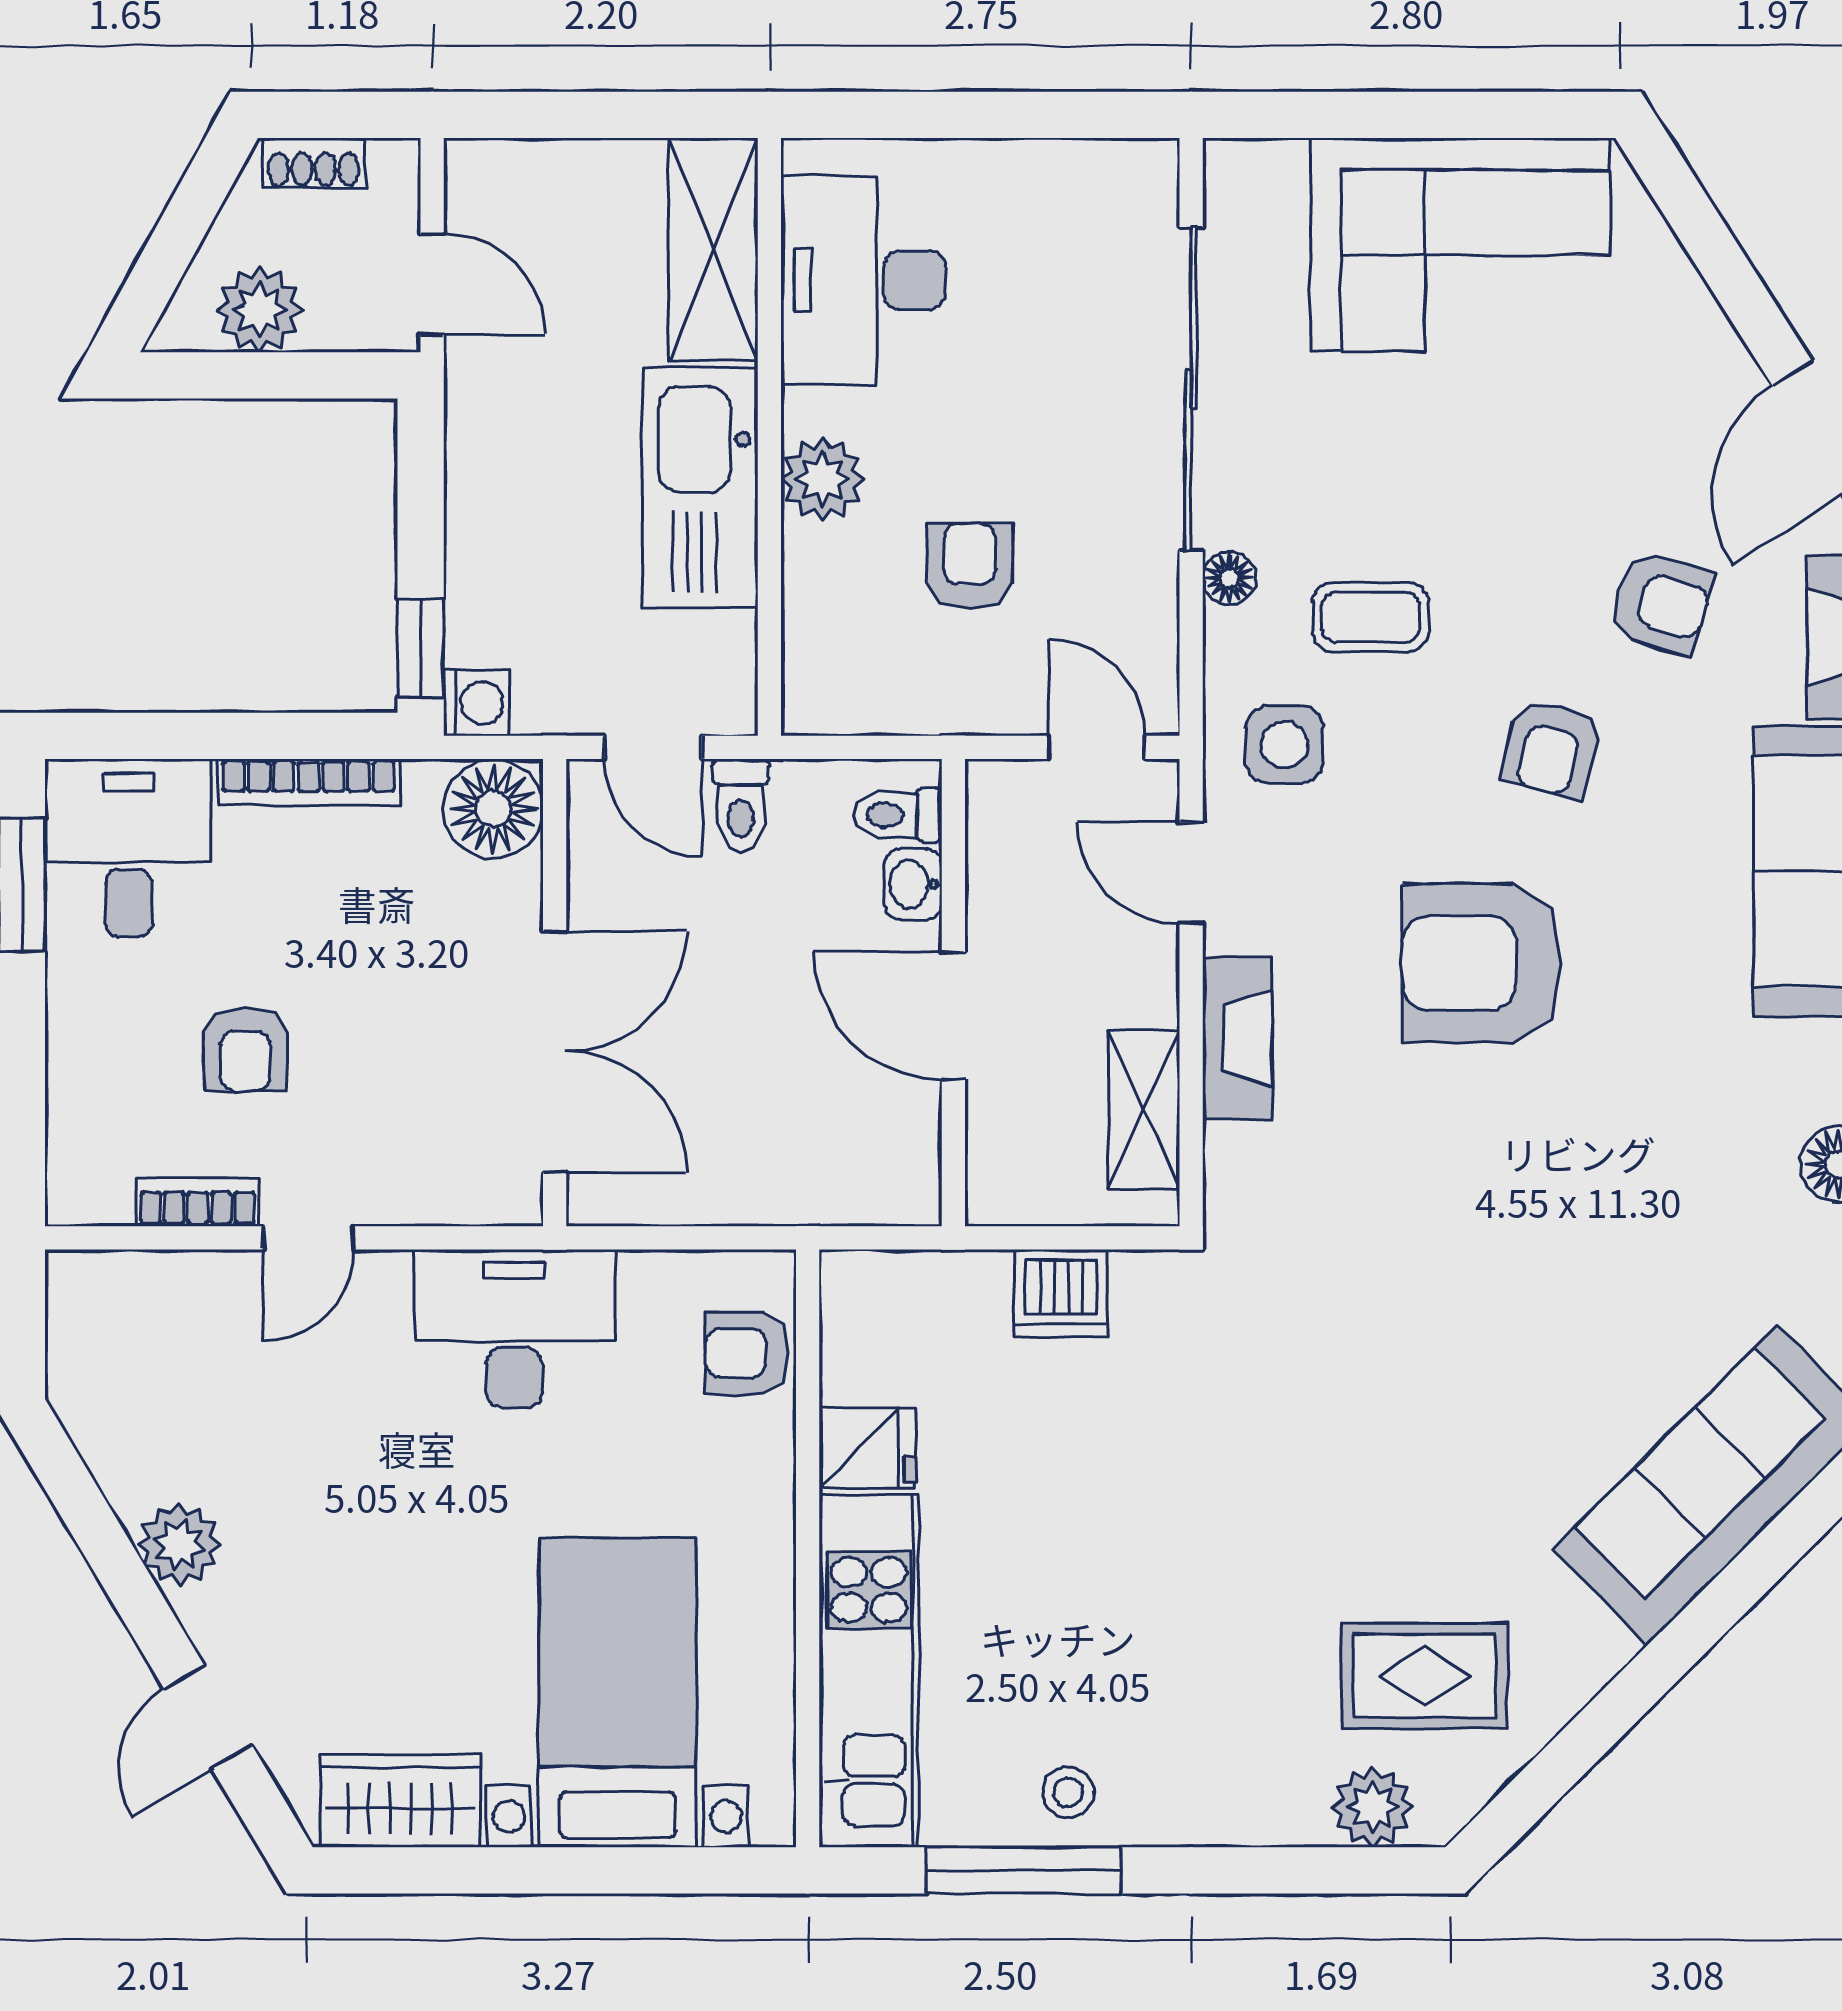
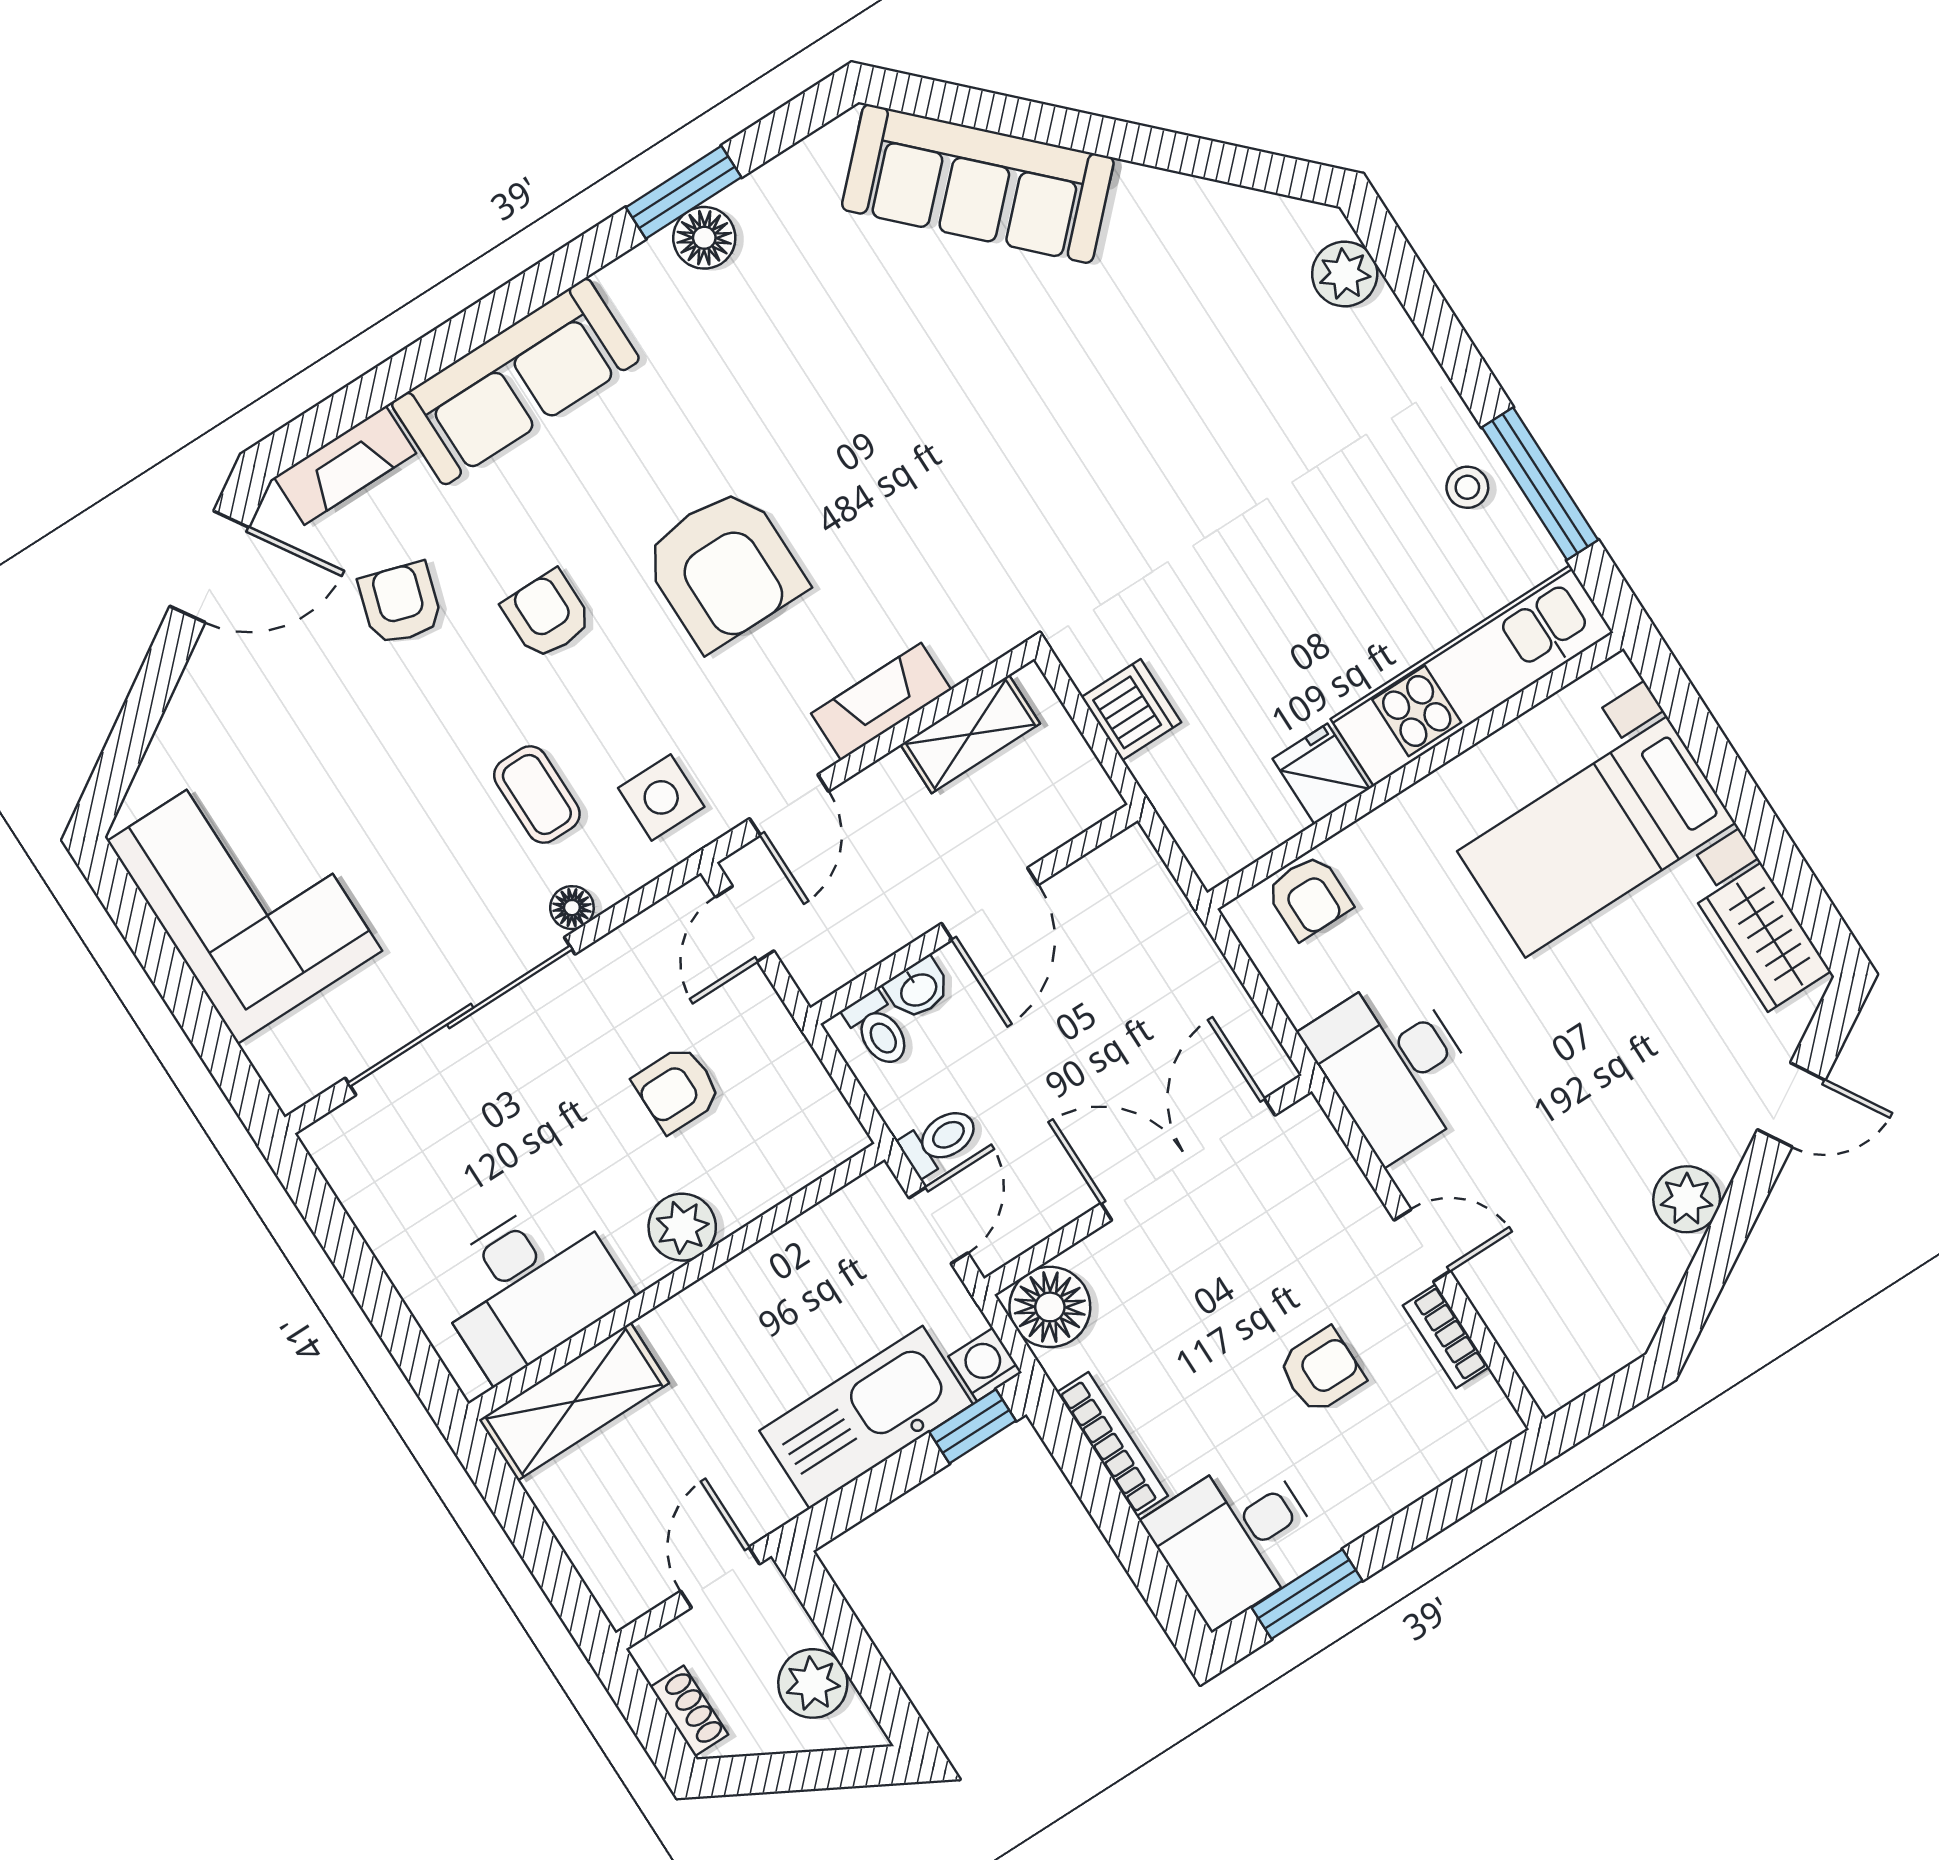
kitchen sink: (700, 487) -> (866, 1417), moved, turned 180
armchair: (1551, 748) -> (547, 615), turned -104
rug: (1425, 1676) -> (1233, 296), removed

